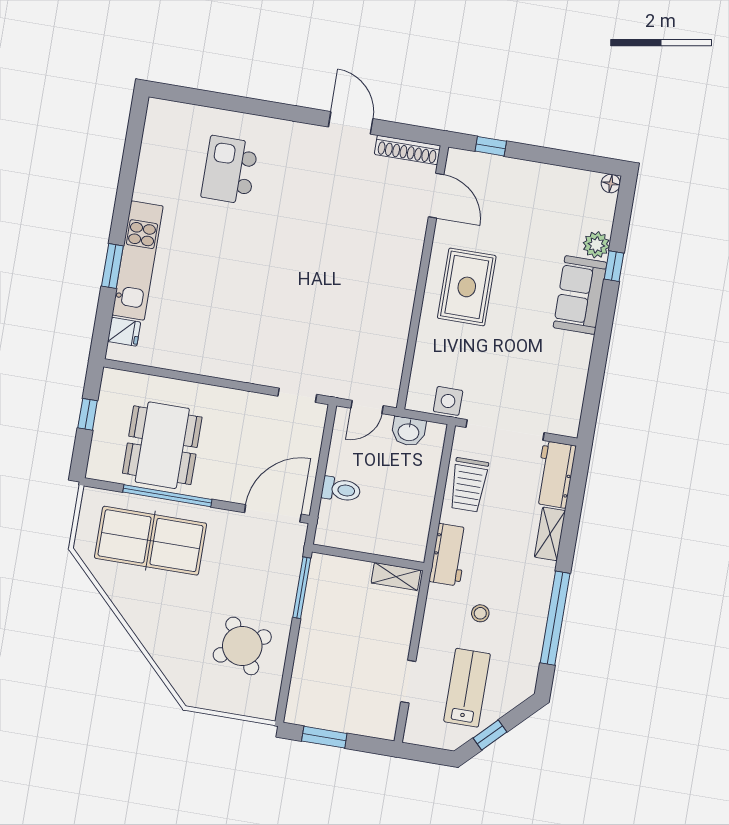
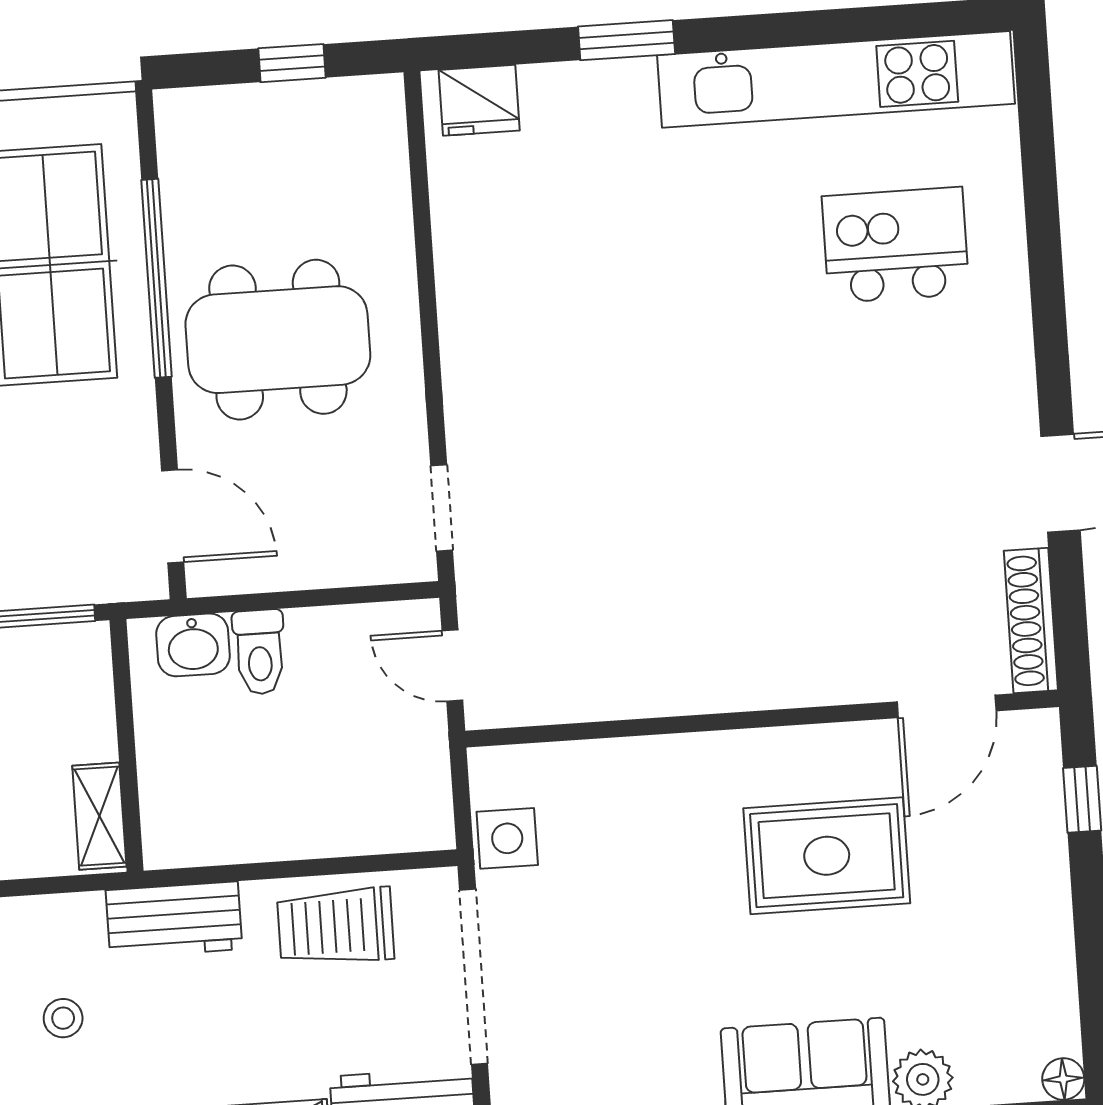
kitchen unit: (138, 260) -> (836, 79), moved, width x1.36
rug: (467, 287) -> (827, 856), moved
fridge: (124, 332) -> (479, 100), width x1.38
washbasin: (409, 431) -> (193, 645), moved, turned -90
dining table: (162, 445) -> (278, 340), moved
door: (273, 513) -> (173, 516), width x0.73

